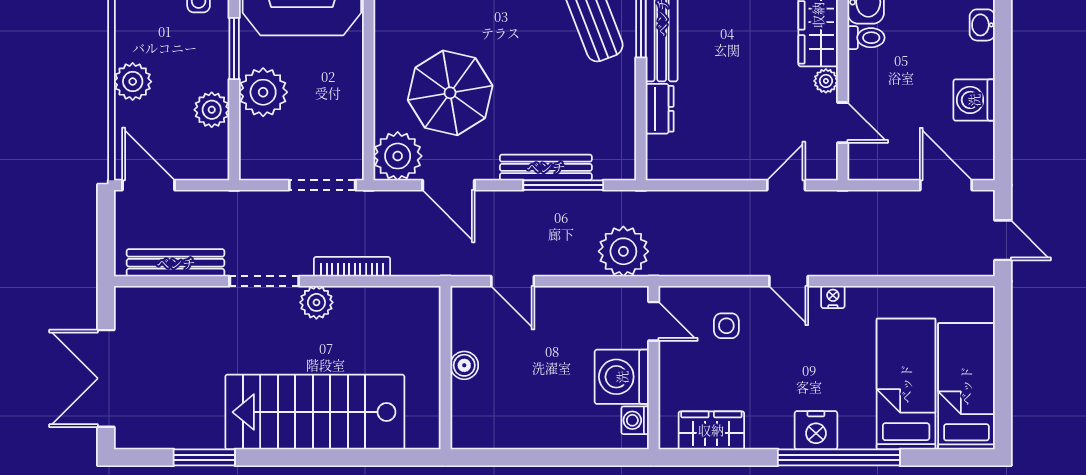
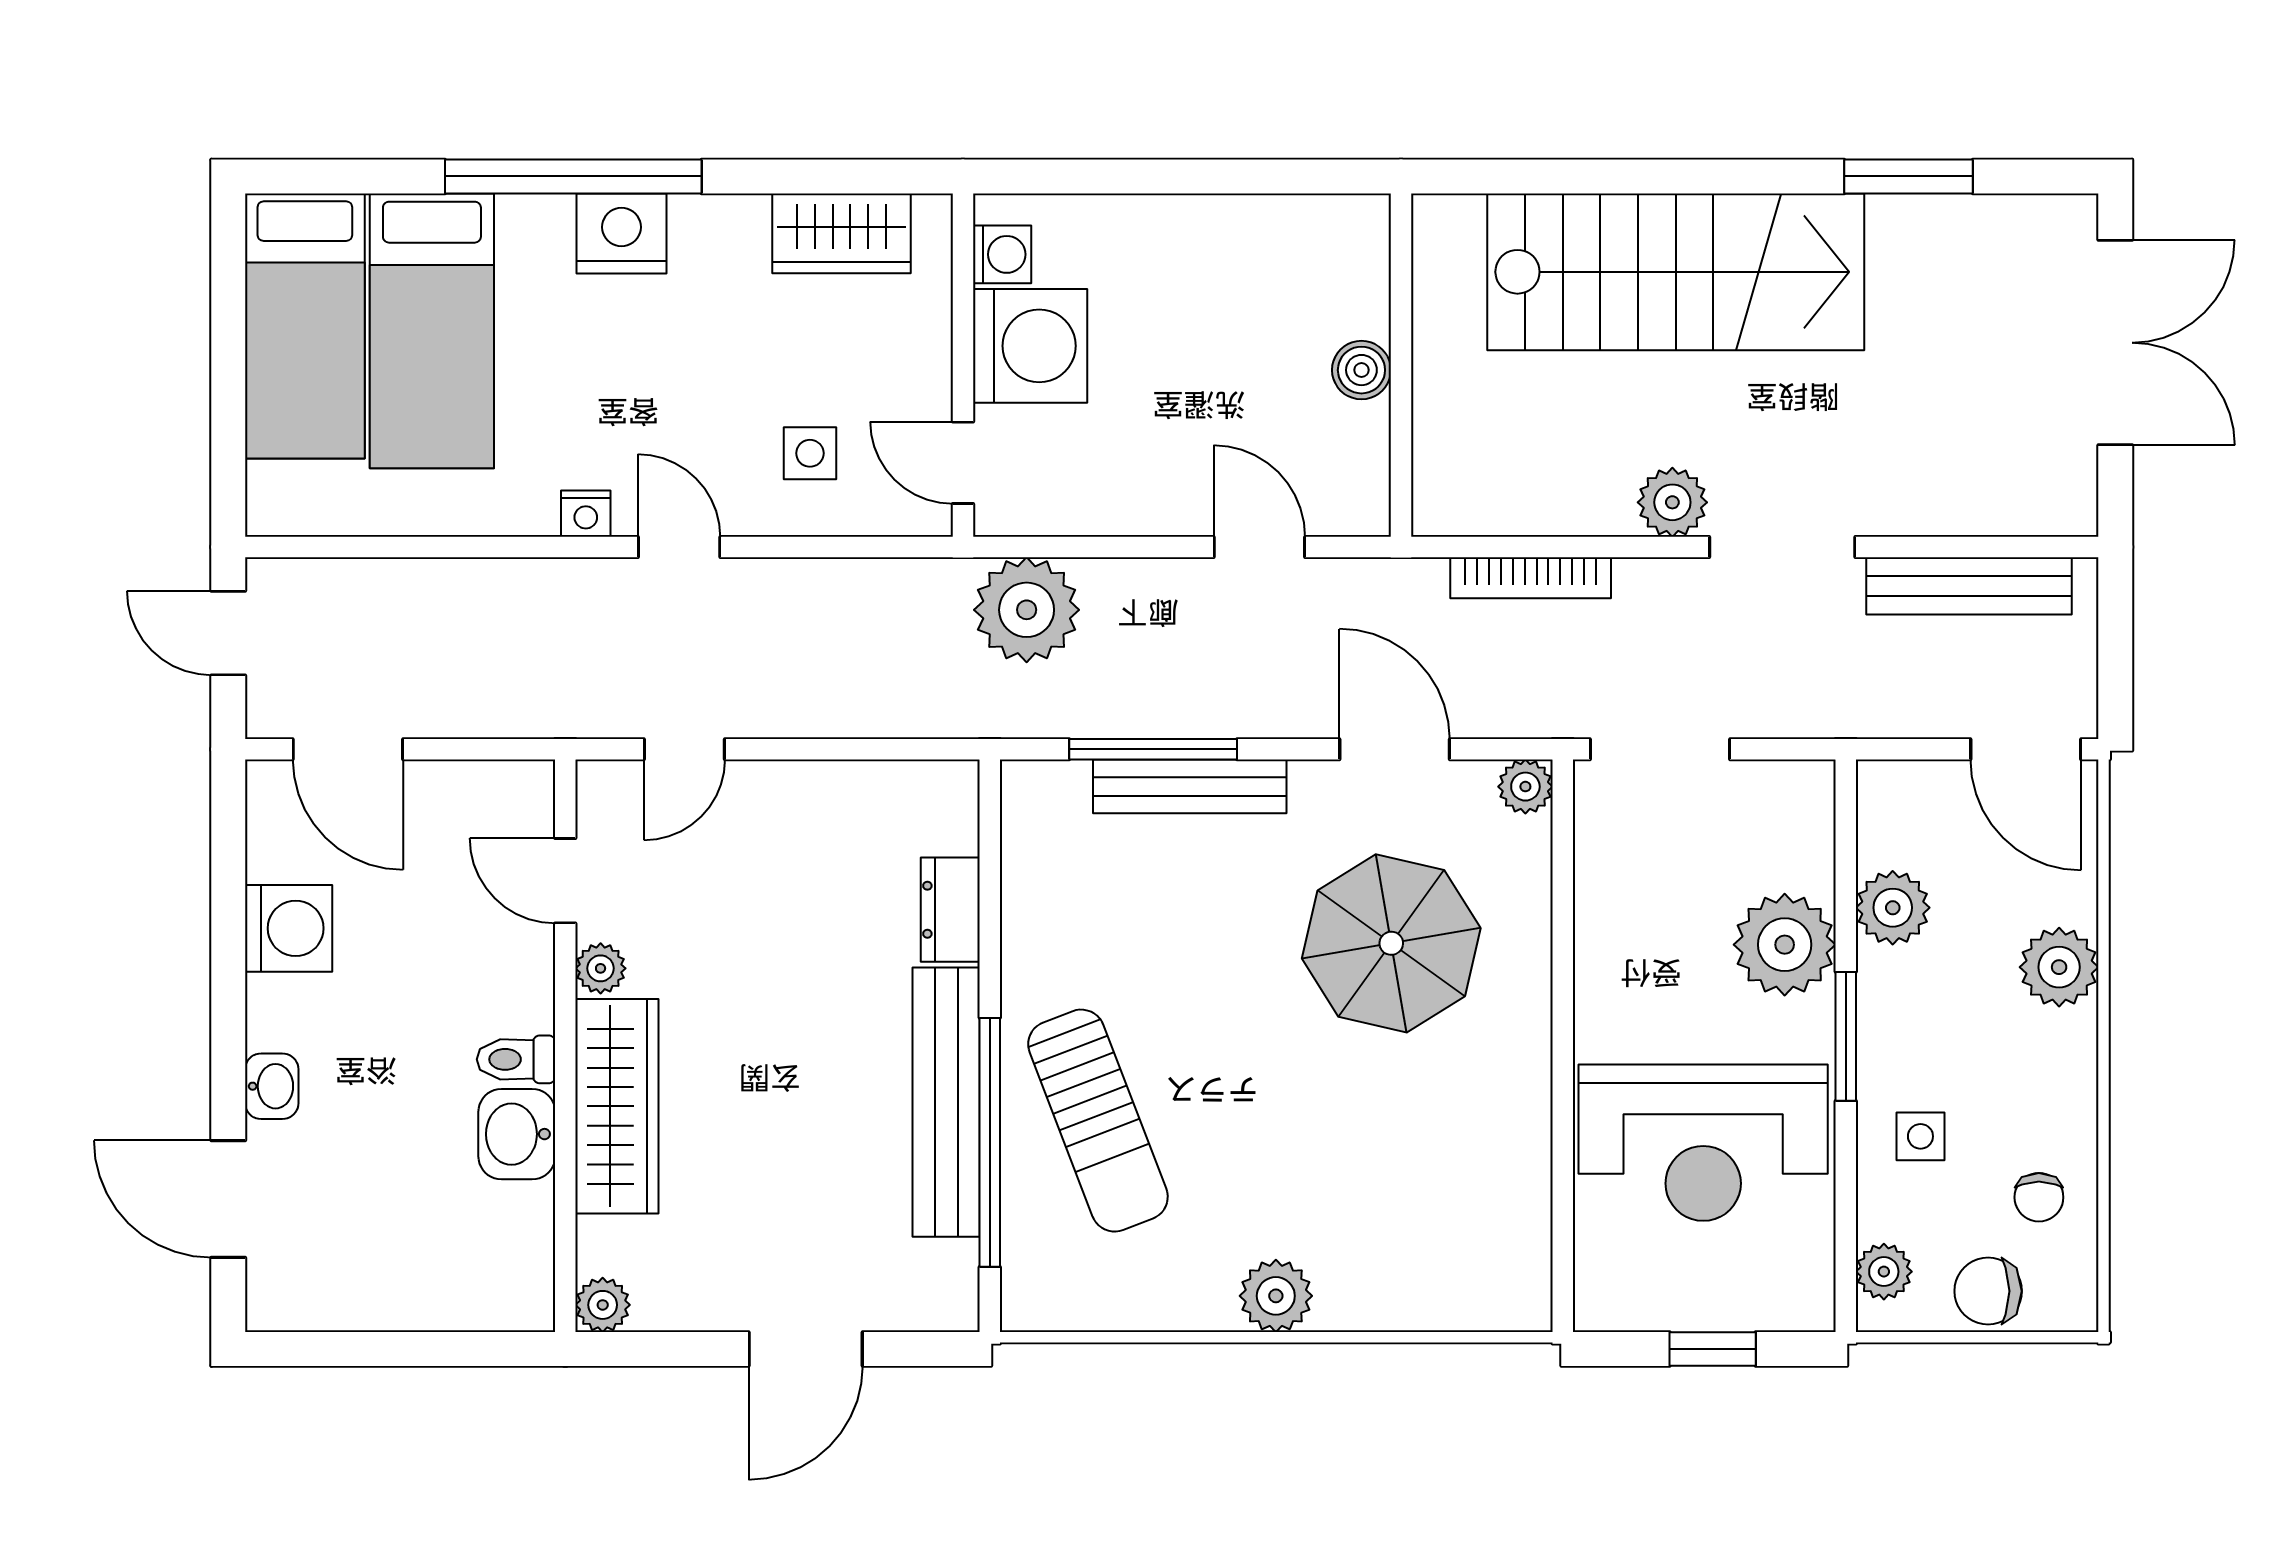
plant: (398, 156) -> (1525, 787), width x0.53, depth x0.53
bookcase: (352, 267) -> (1531, 578), moved

